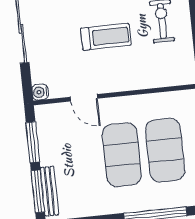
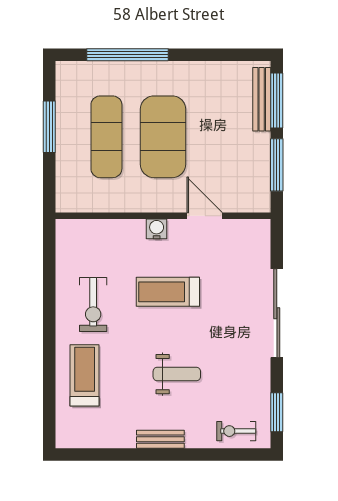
water cooler: (40, 92) -> (157, 229), moved, turned -90
exercise mat: (165, 150) -> (106, 137), width x0.68

